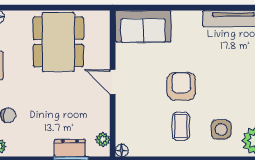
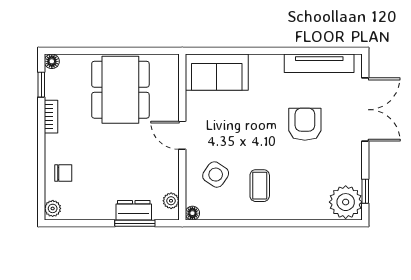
armchair: (181, 86) -> (305, 124), moved
side table: (221, 130) -> (216, 175), moved, turned 34

